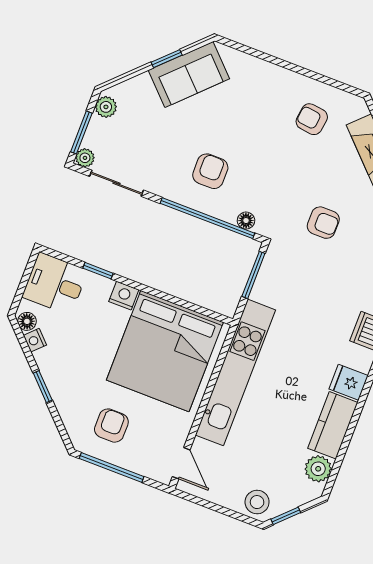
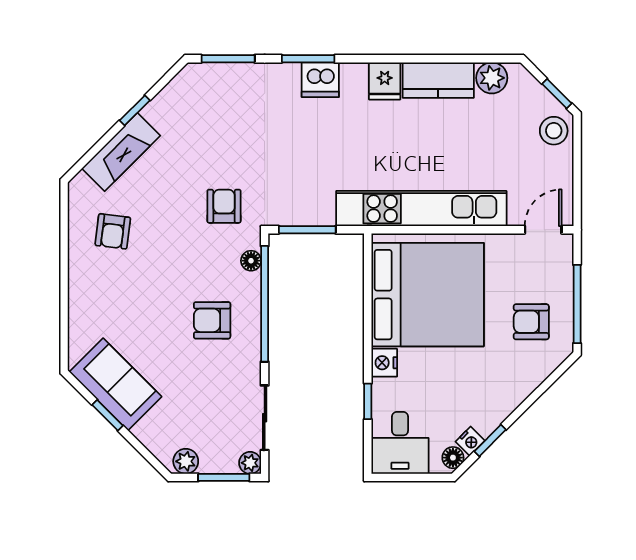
armchair: (323, 223) -> (224, 206), moved
window: (43, 387) -> (490, 440), moved

